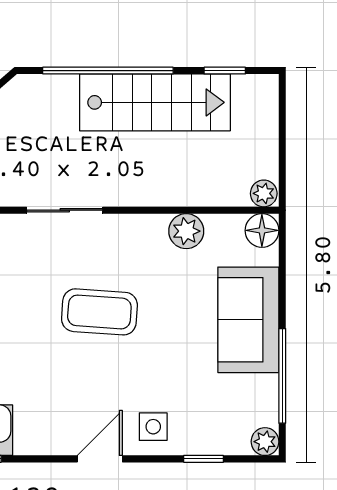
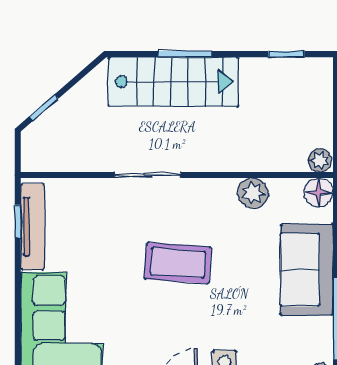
window: (108, 71) -> (185, 54), width x0.47
stairs: (155, 102) -> (173, 82), moved

